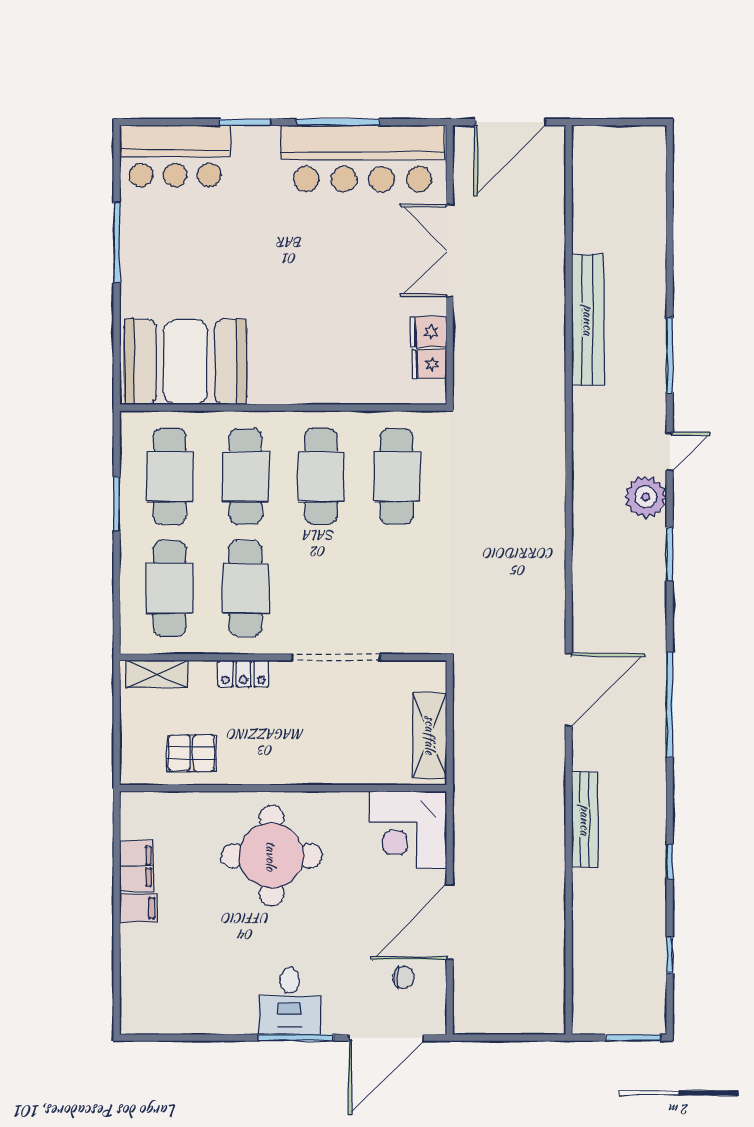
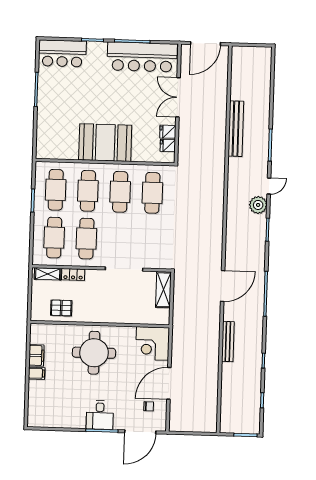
booth: (185, 362) -> (105, 143), moved
locker: (243, 674) -> (73, 274), moved
shelving: (430, 735) -> (163, 290), moved

